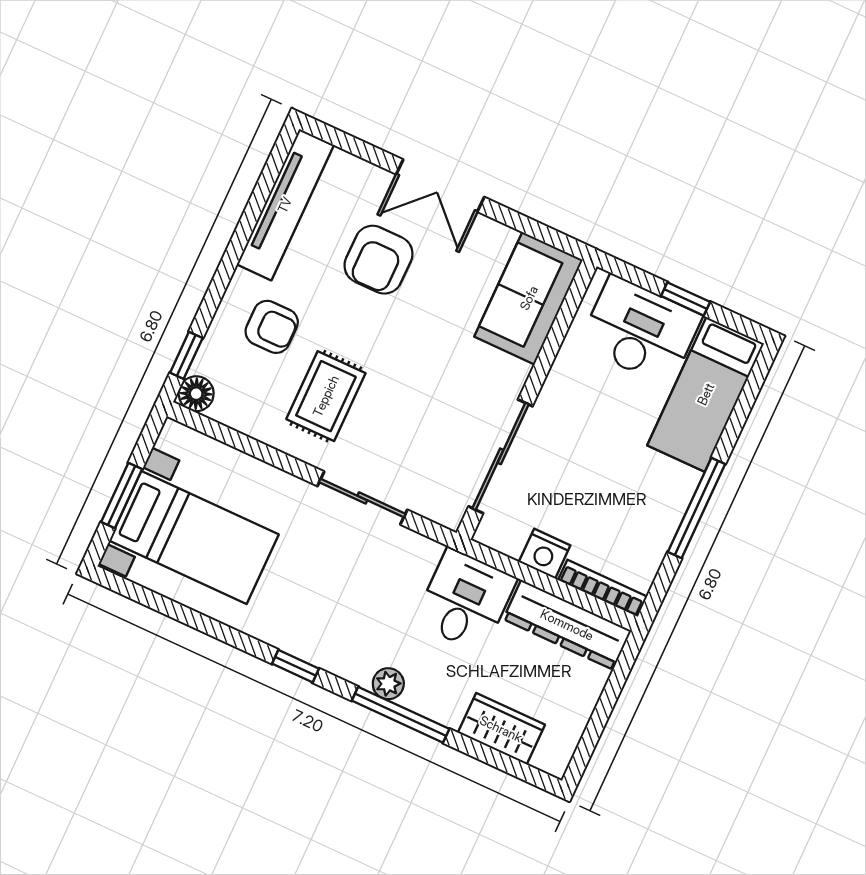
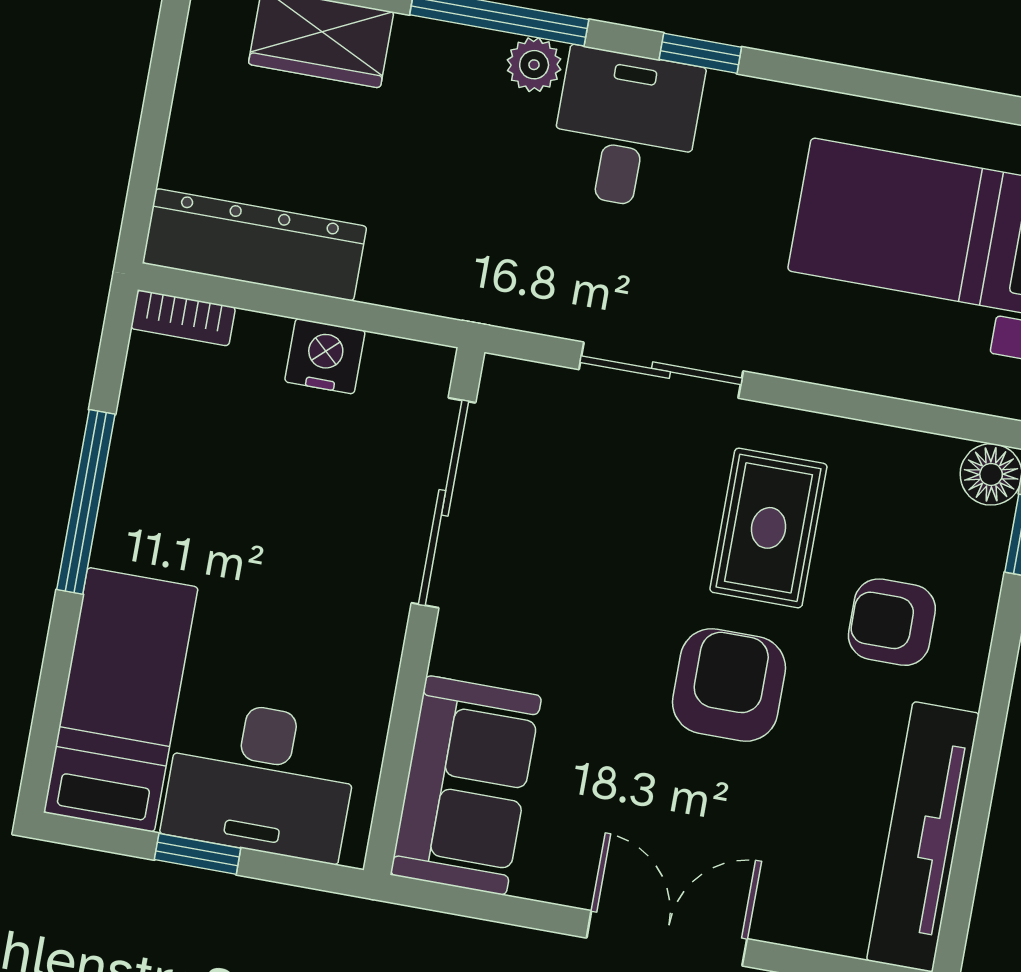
armchair: (379, 260) -> (729, 685), moved
bookcase: (603, 588) -> (183, 318), width x0.64
desk: (465, 600) -> (626, 129), moved, turned 180

